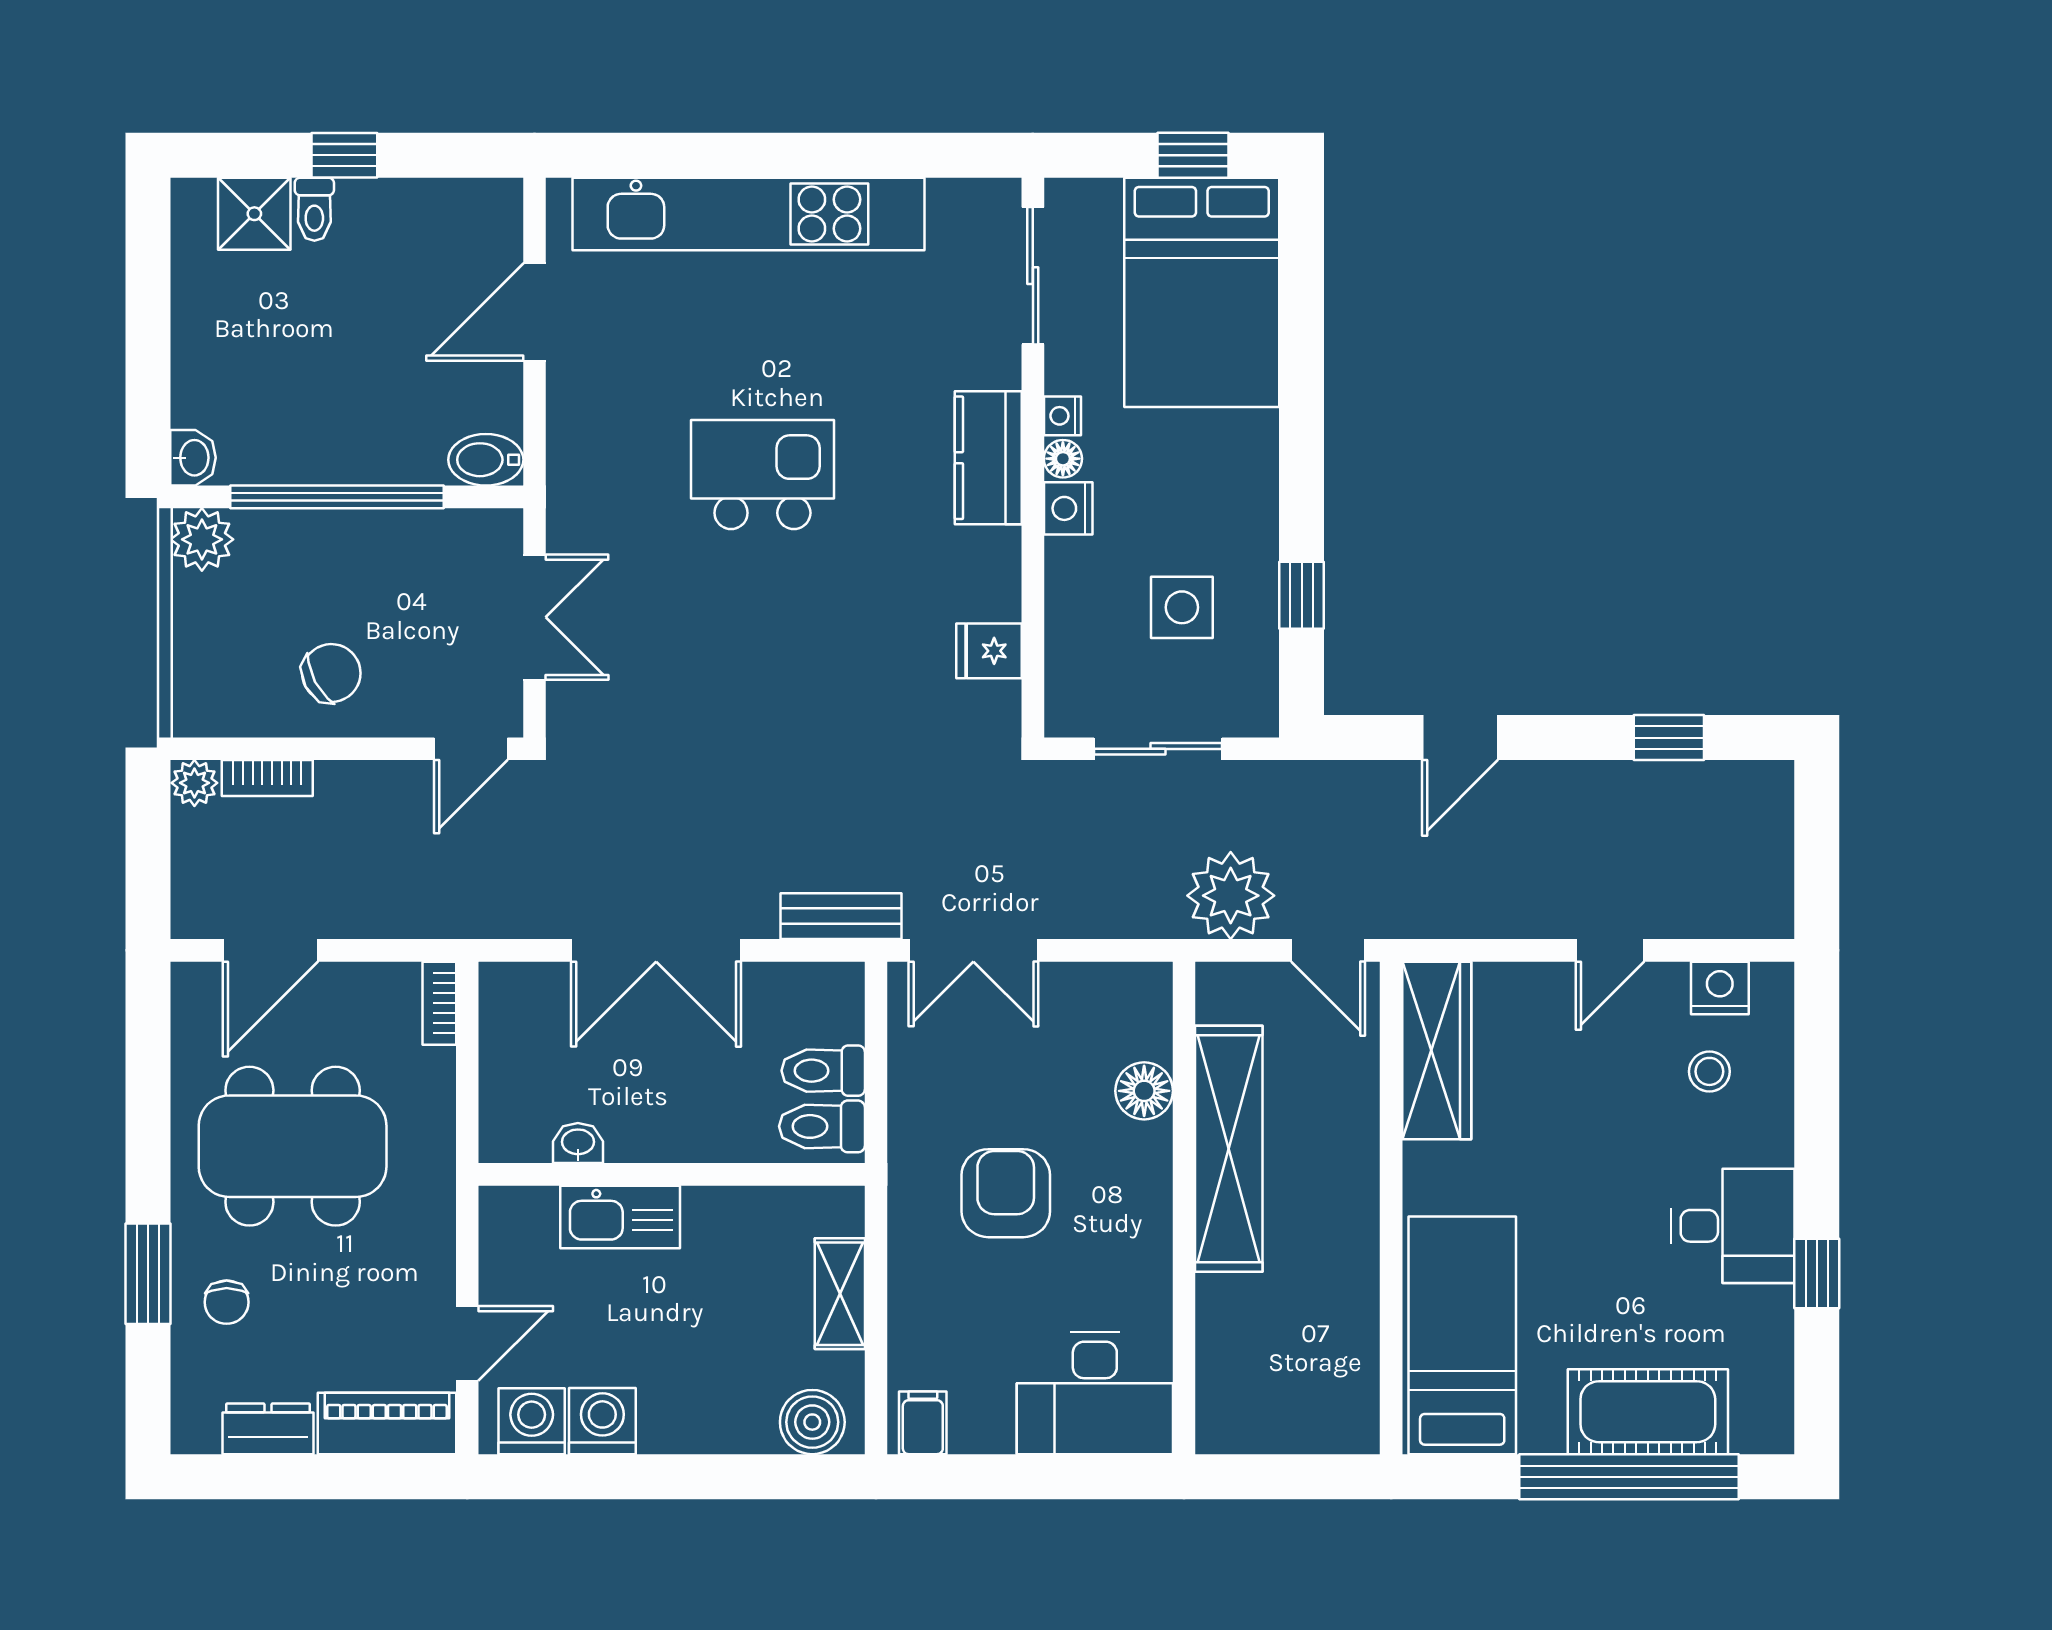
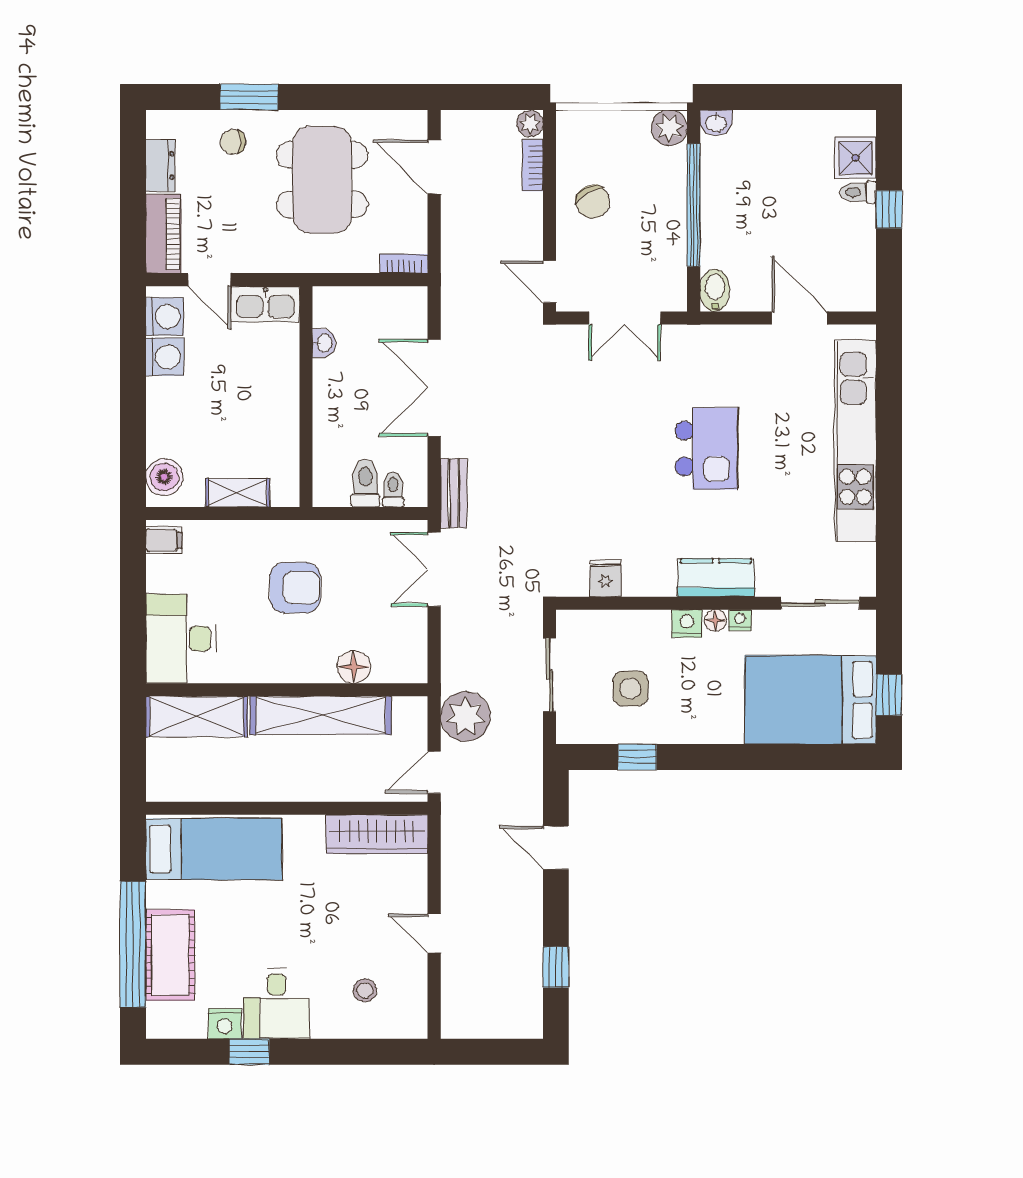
nightstand: (1720, 988) -> (225, 1024), moved, turned 90
toilet: (822, 1126) -> (393, 489), moved, width x0.73, depth x0.72
kitchen sink: (620, 1217) -> (265, 304), moved, turned -90
shelving: (1231, 1365) -> (197, 716), added

